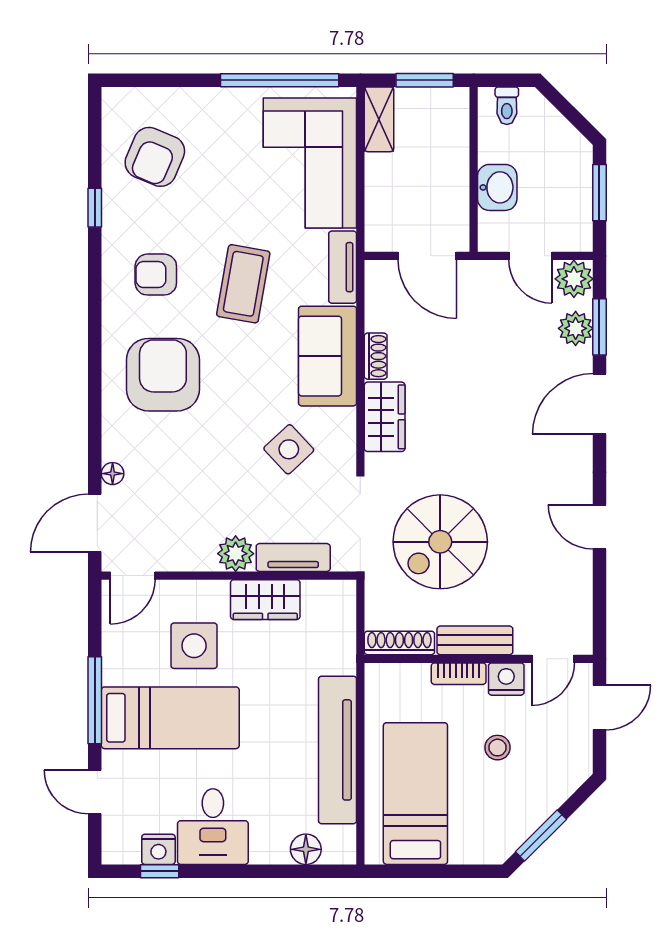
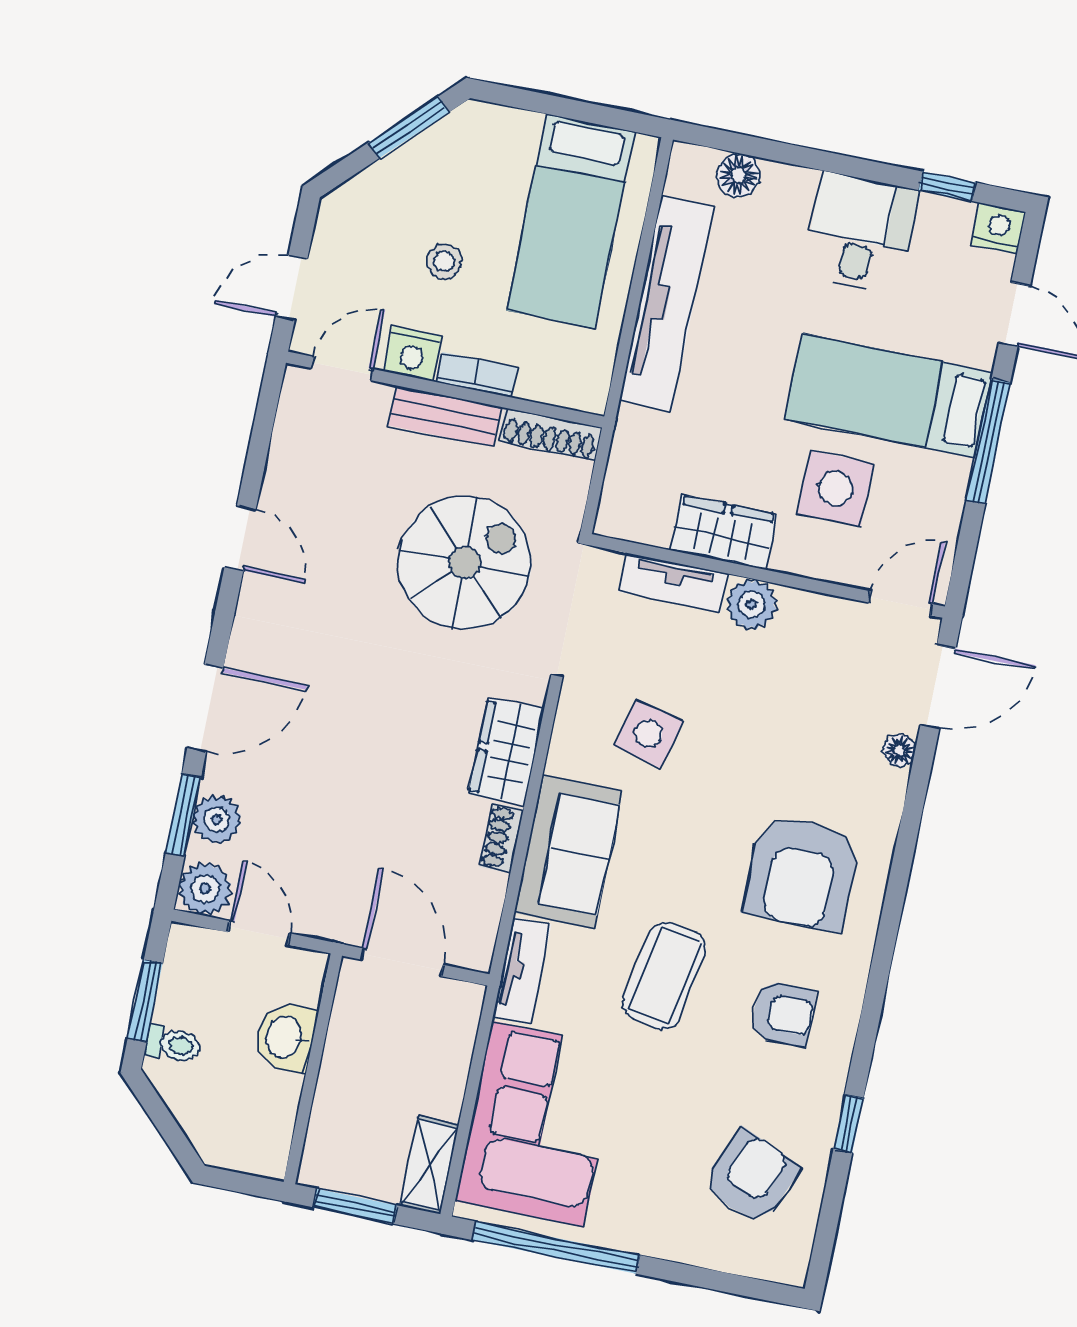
toilet: (507, 106) -> (173, 1044), moved, turned 90
side table: (289, 449) -> (648, 734), turned -33
nightstand: (158, 849) -> (999, 228), moved

